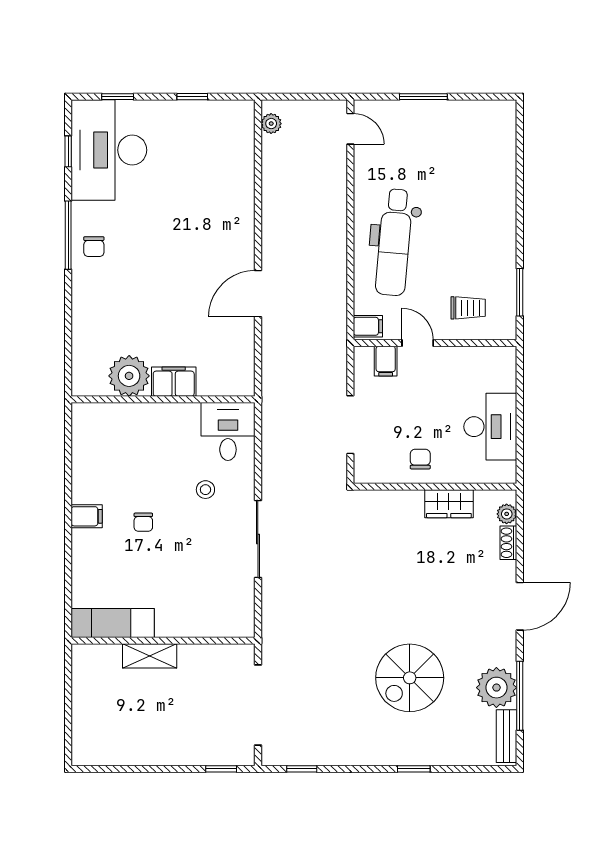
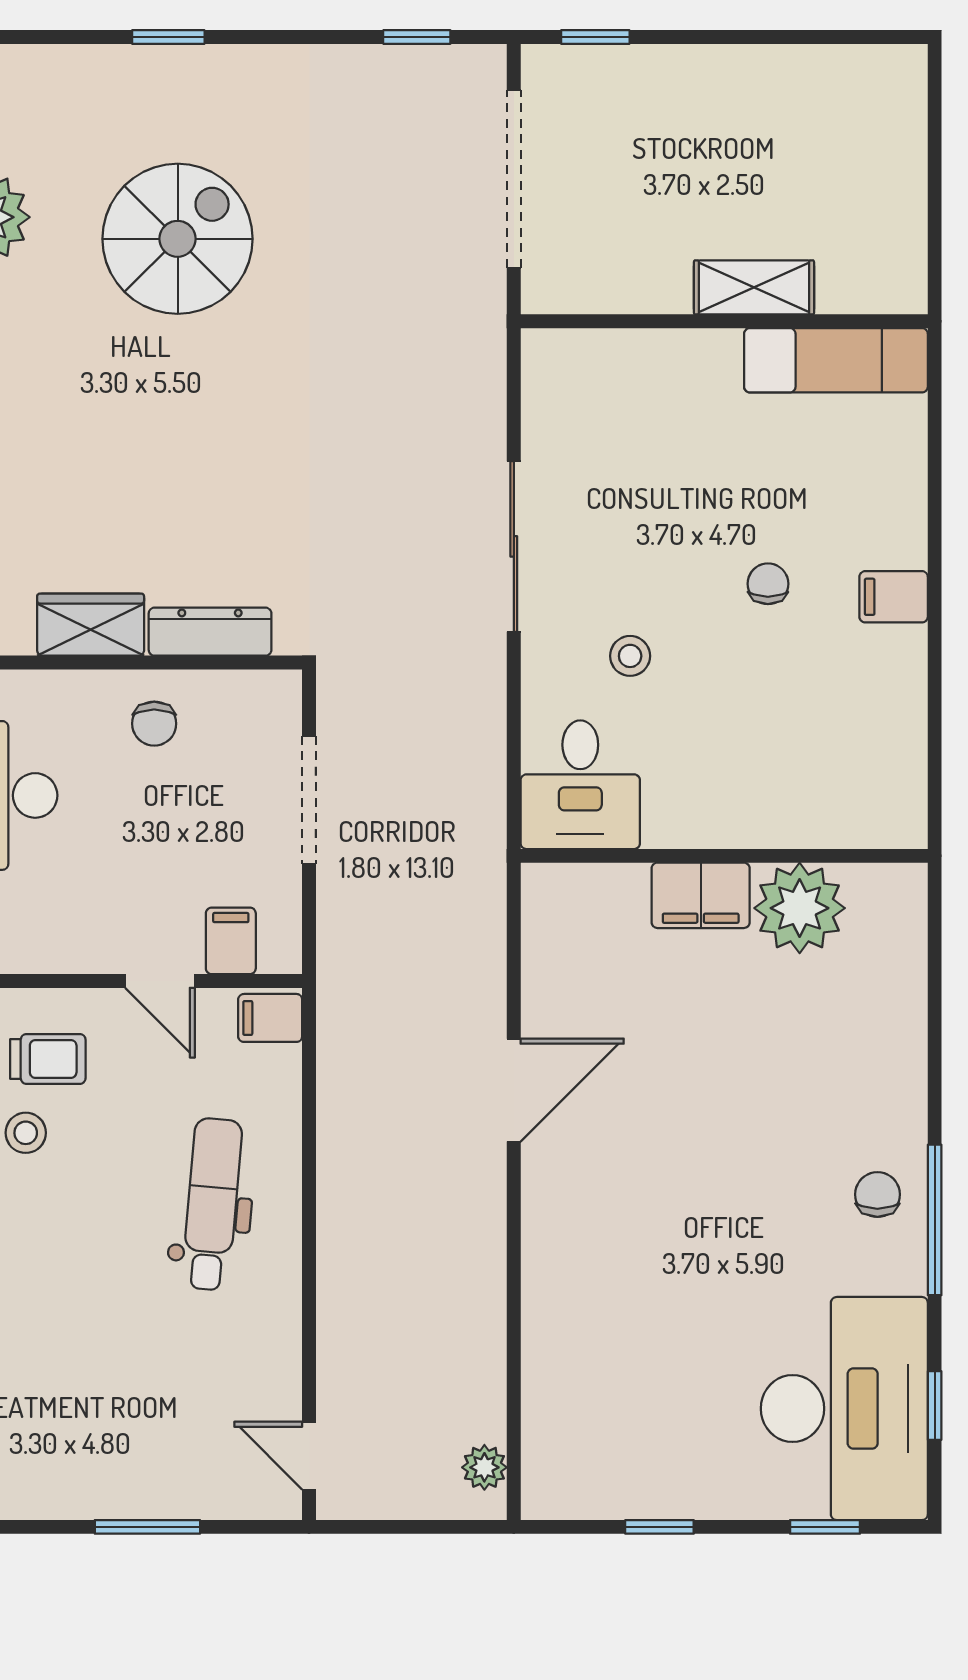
dental chair: (394, 242) -> (212, 1204), width x0.73, depth x0.72
stool: (478, 274) -> (26, 1133), added
trolley: (468, 308) -> (48, 1059), turned 180
dresser: (395, 501) -> (210, 632), added

